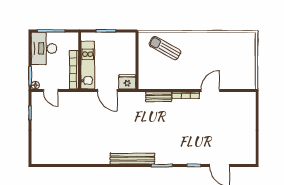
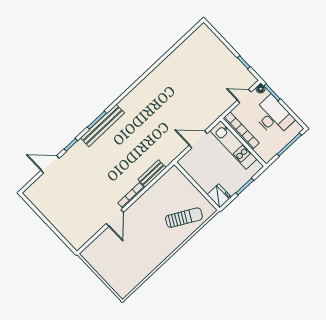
desk: (44, 48) -> (273, 116), moved
fridge: (127, 82) -> (219, 196), moved, turned -90
bench: (132, 159) -> (102, 125), moved

